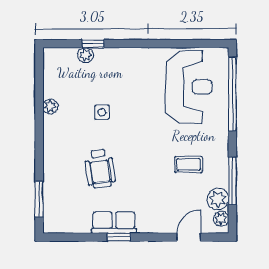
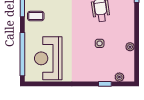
plant: (86, 55) -> (119, 77), moved
coffee table: (189, 164) -> (36, 16), moved

